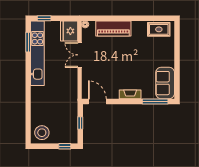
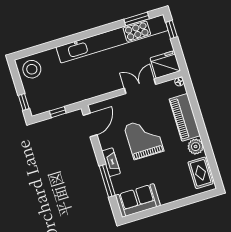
plant: (138, 27) -> (196, 147), added
kitchen unit: (37, 53) -> (112, 39), width x1.36
grand piano: (120, 64) -> (144, 138), added
window: (155, 102) -> (107, 181), moved

